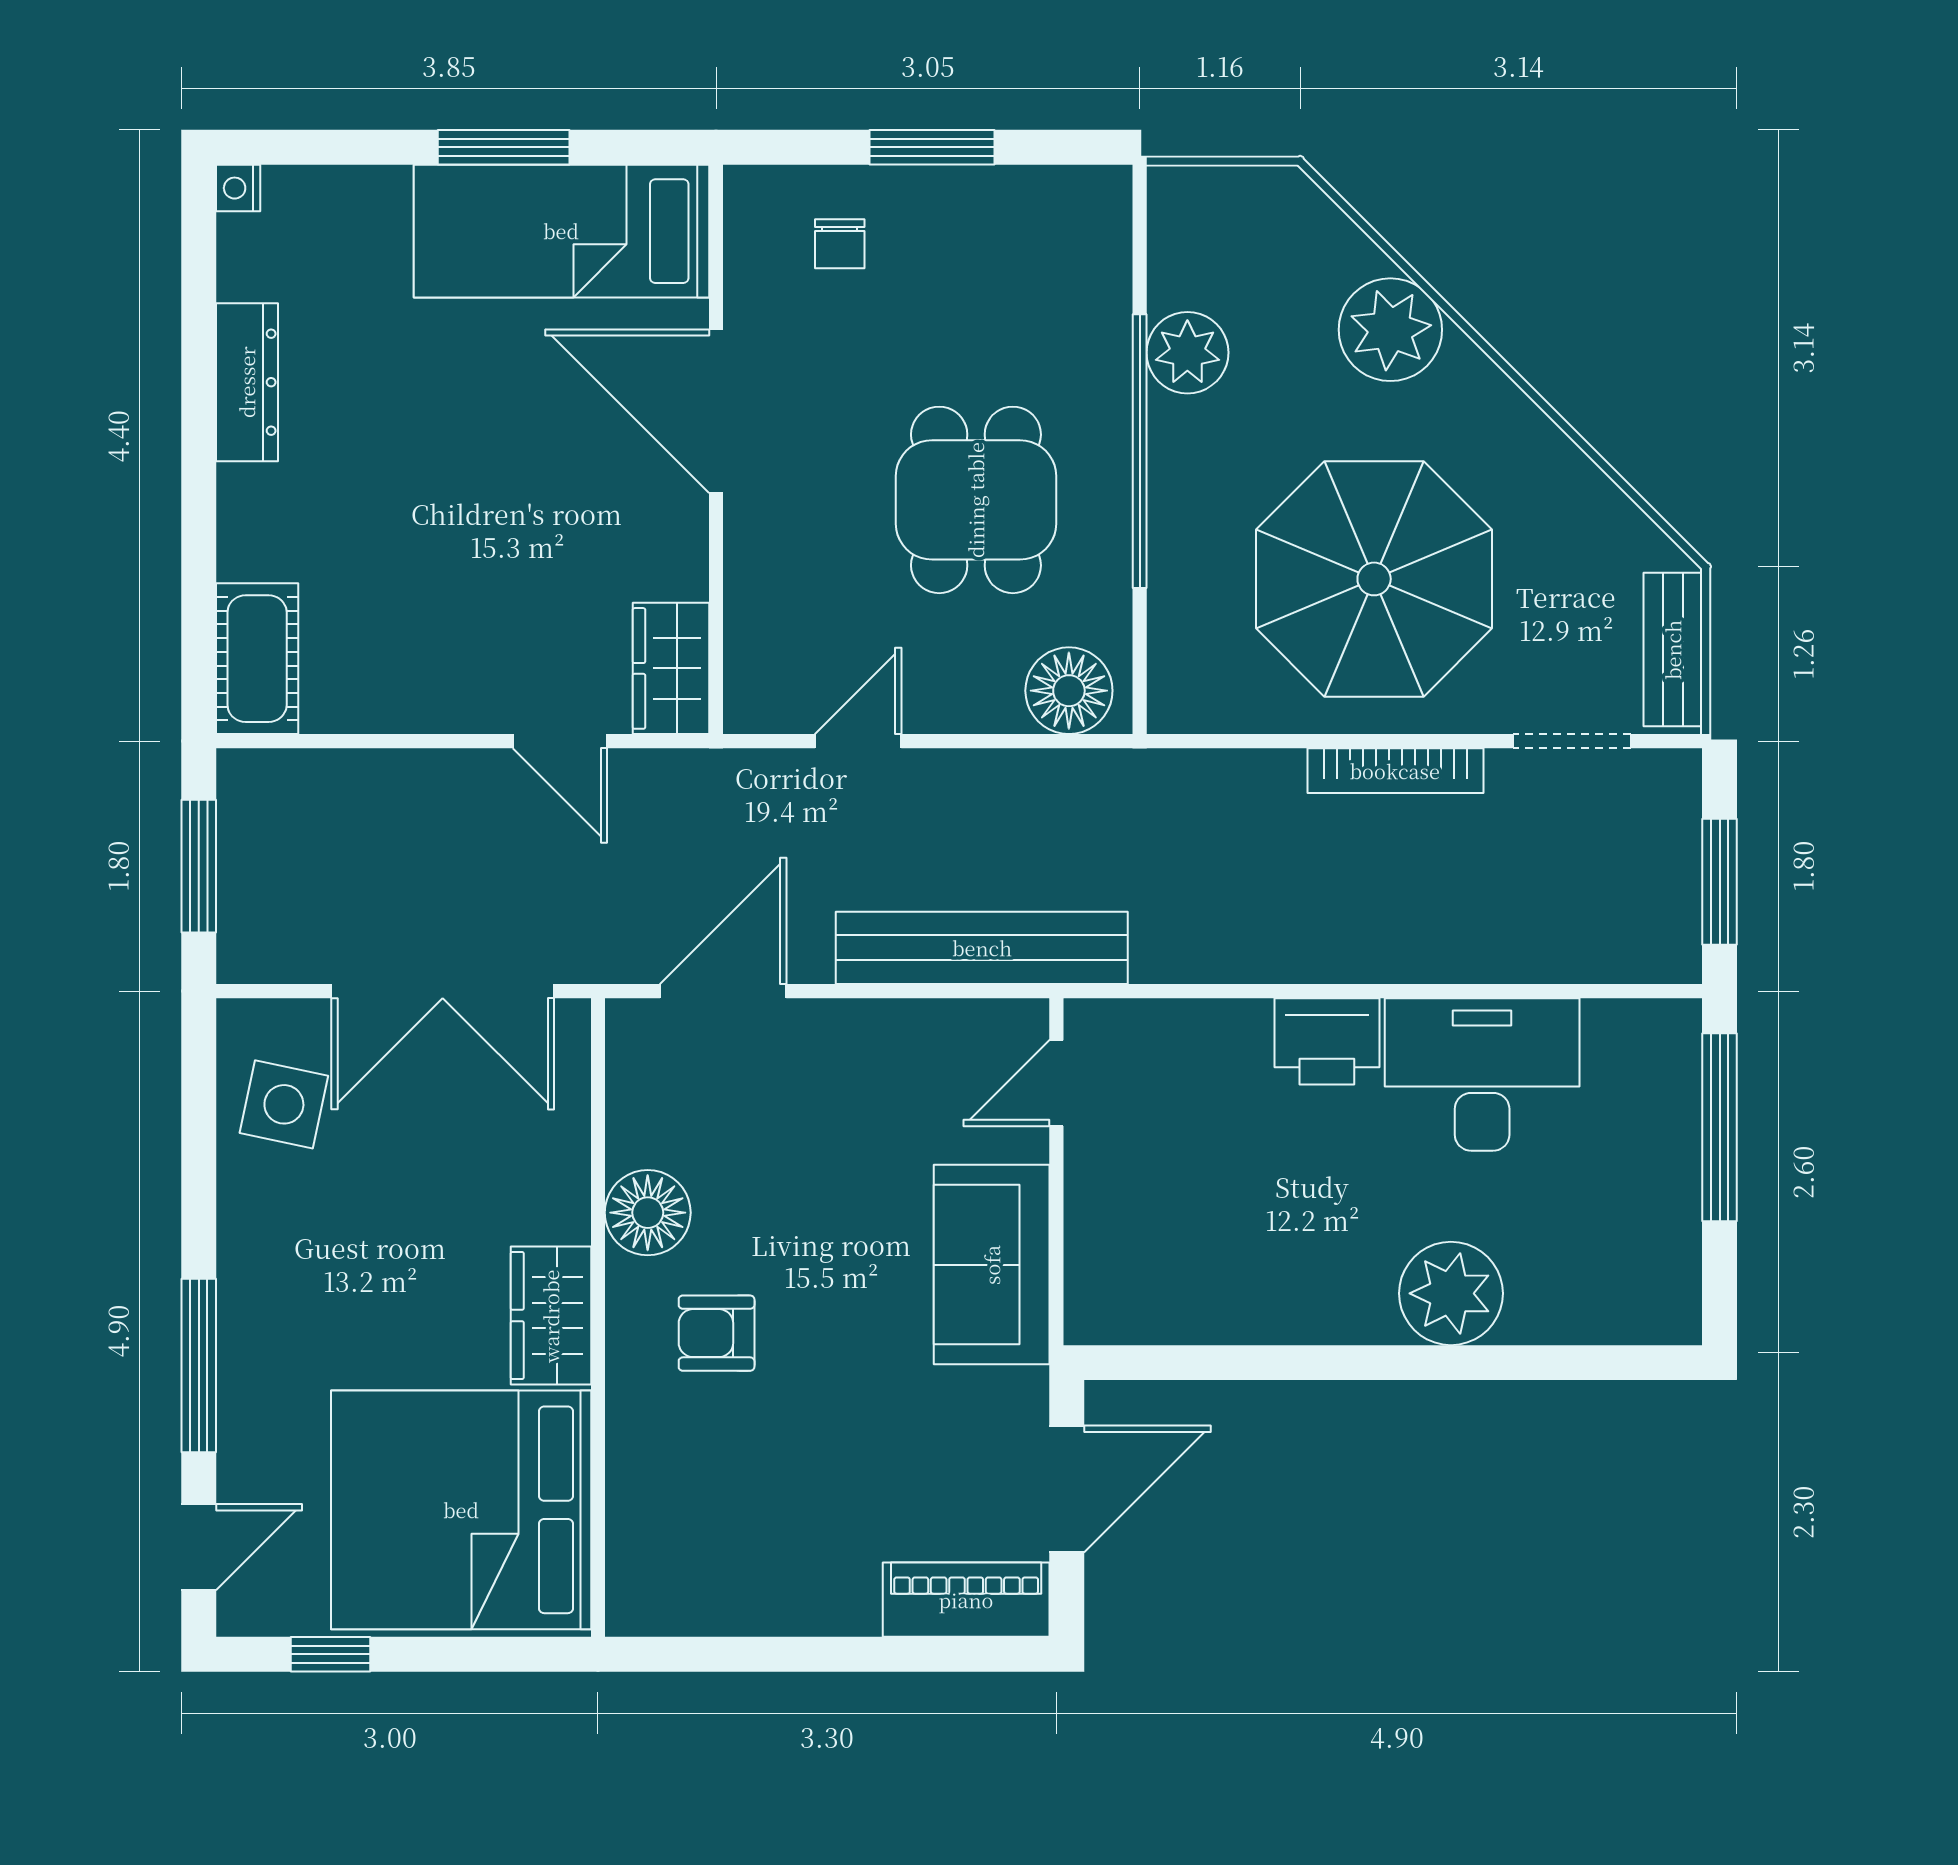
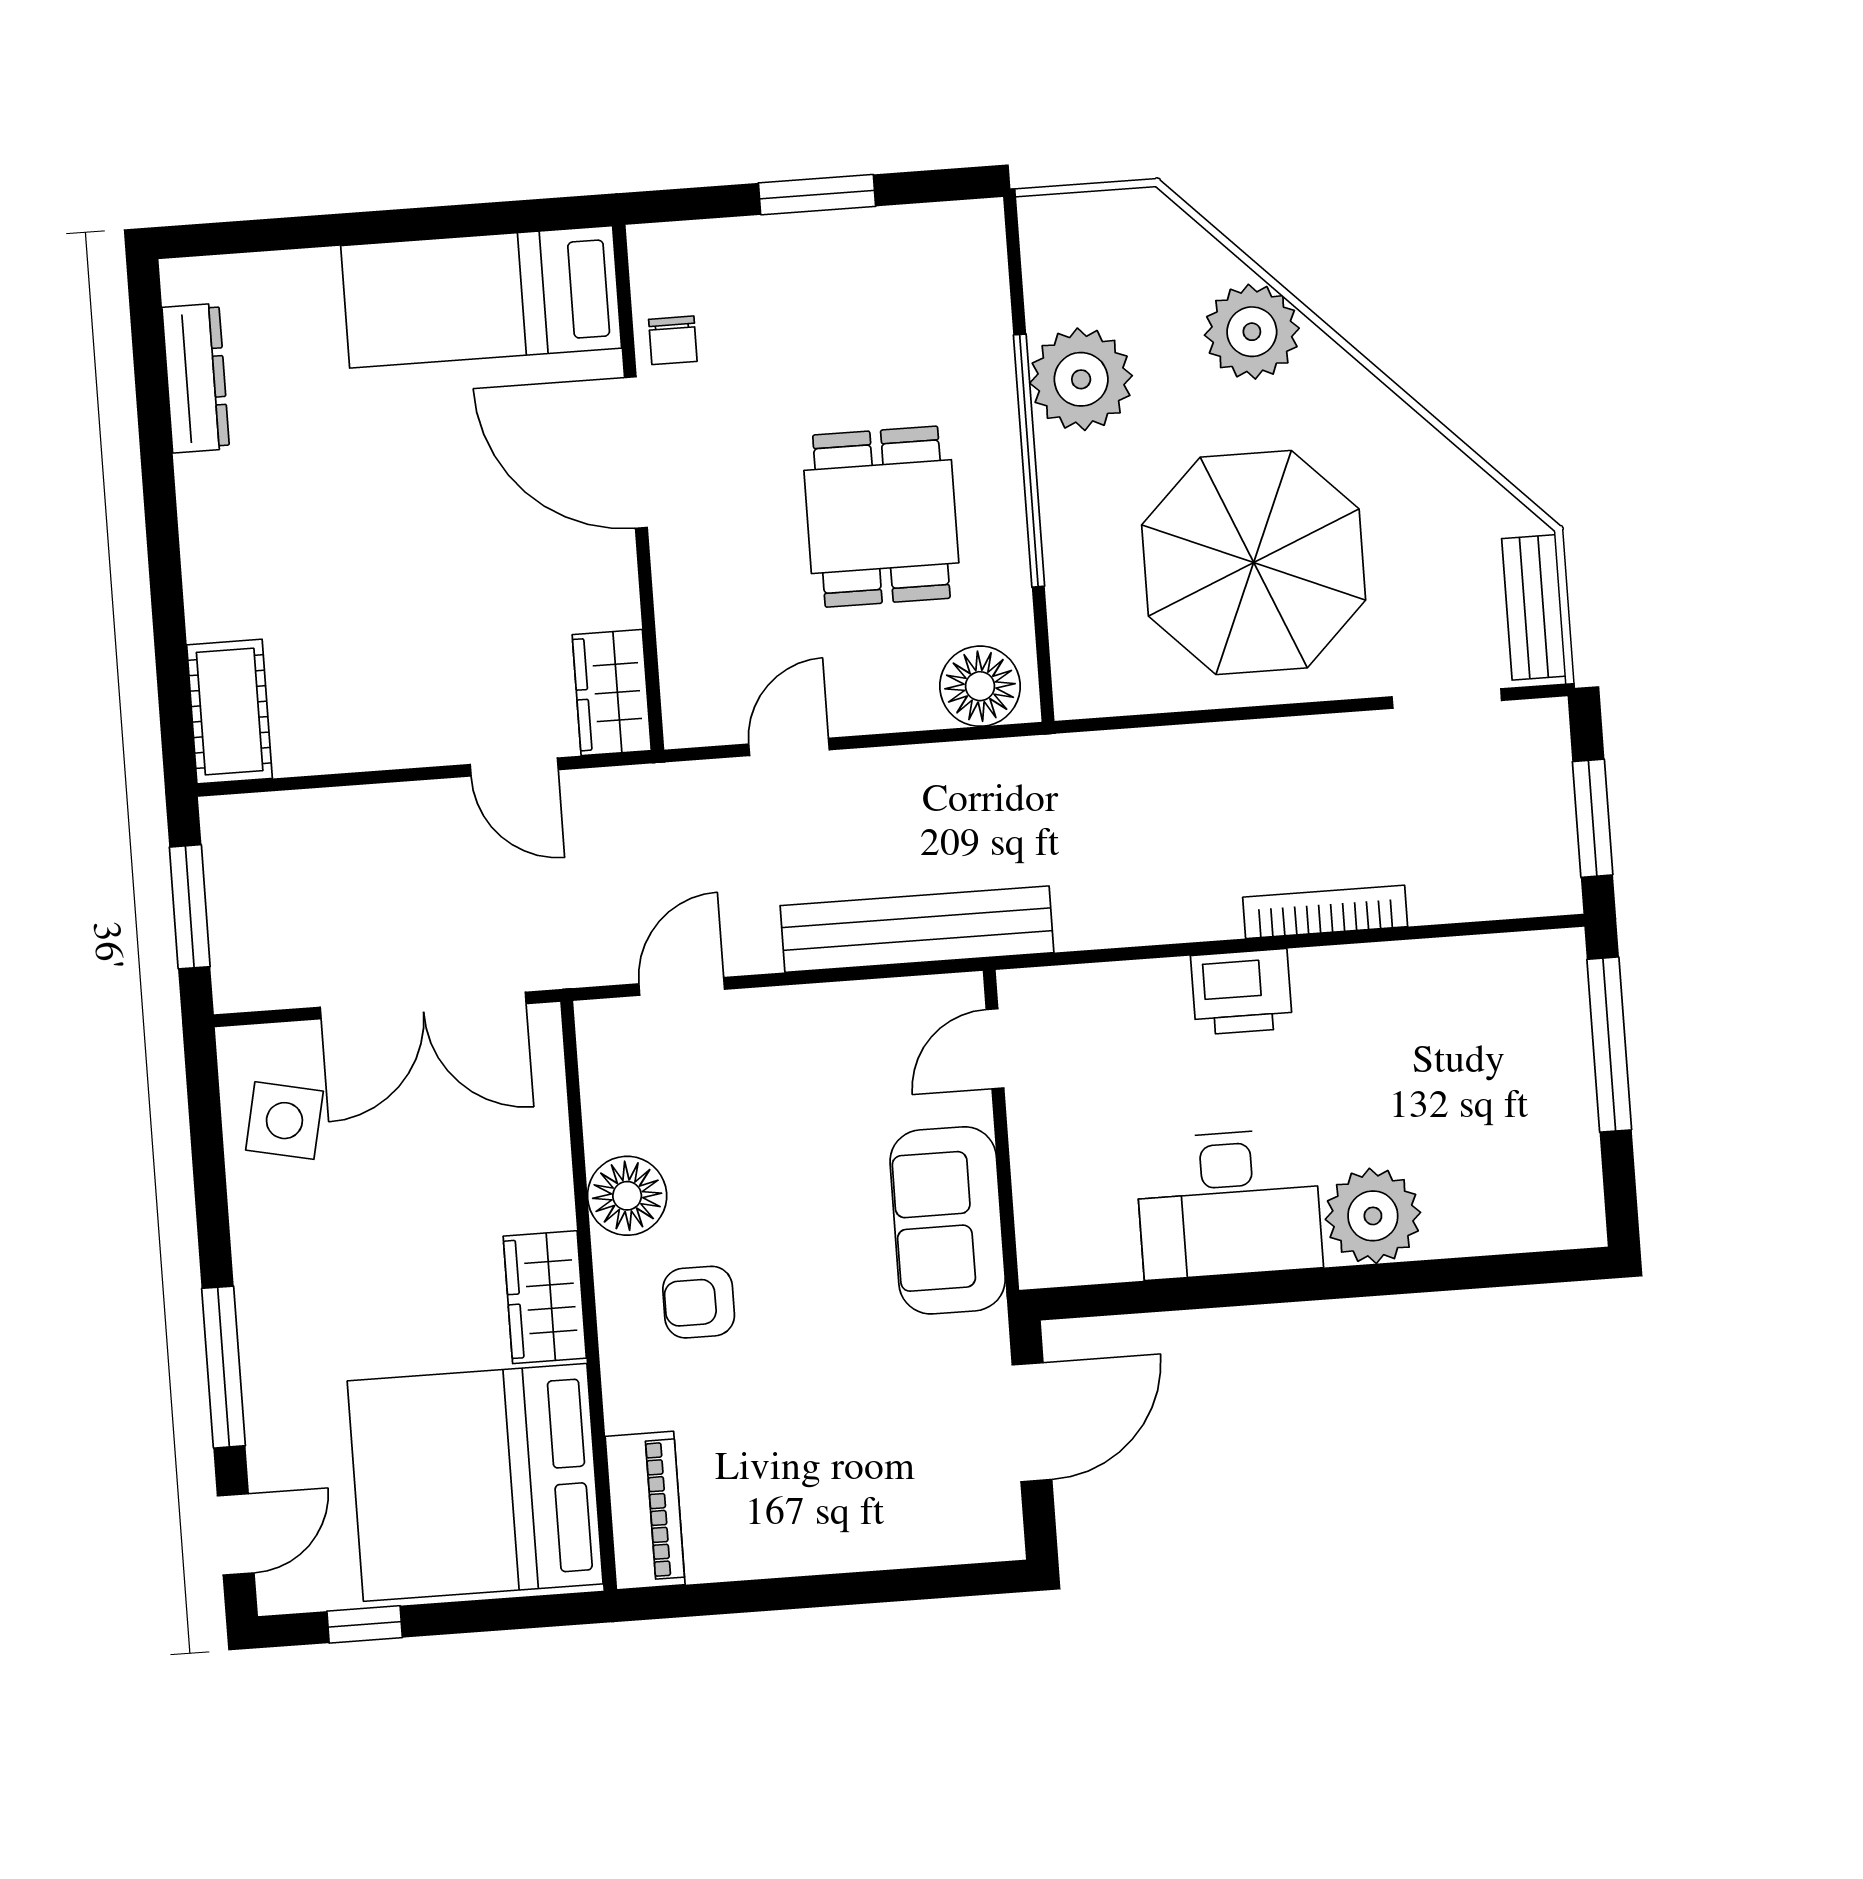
window: (504, 147) -> (422, 224), removed
nightstand: (238, 188) -> (180, 279), removed
chair: (840, 244) -> (673, 340), moved
plant: (1187, 353) -> (1081, 379), width x1.36, depth x1.36
dresser: (247, 382) -> (196, 378), moved
bookcase: (1395, 771) -> (1325, 912), moved, turned 180
door: (723, 991) -> (682, 986), width x0.73
desk: (1482, 1074) -> (1229, 1204), moved, turned 180
piano: (966, 1600) -> (645, 1511), moved, turned 90

